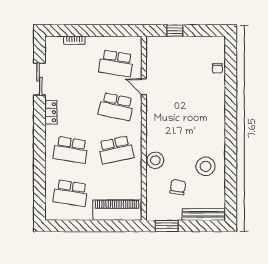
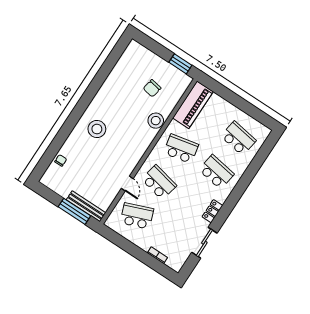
window: (175, 31) -> (74, 211), width x2.17
school desk: (116, 63) -> (137, 216), turned -30
stool: (206, 166) -> (97, 129), moved
piano: (117, 210) -> (193, 105), moved, turned -90
bench: (204, 214) -> (86, 206), moved

